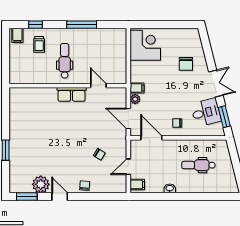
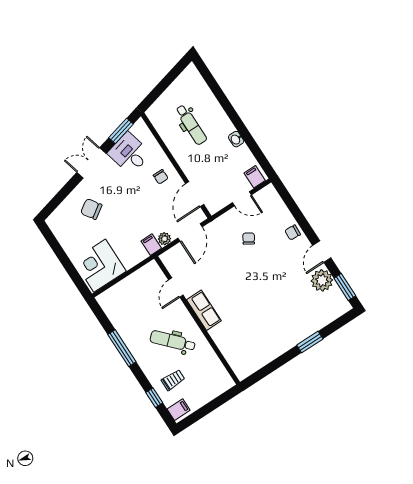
dental chair: (65, 61) -> (173, 341), turned 47
chair: (186, 64) -> (91, 209), turned -124

